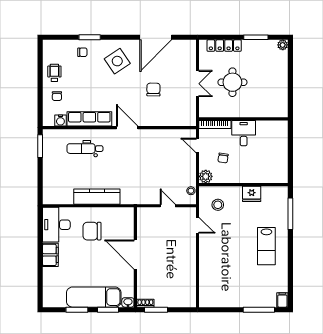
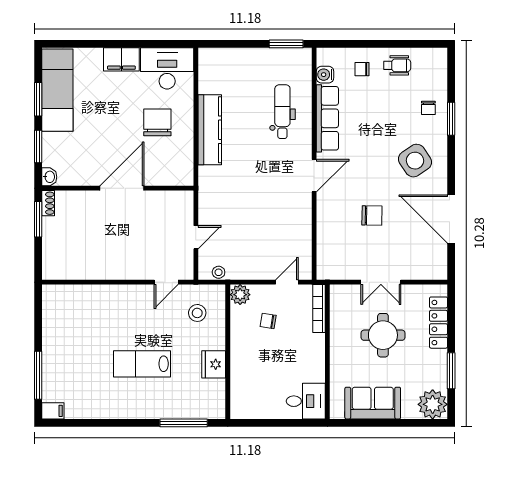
plant: (283, 45) -> (433, 404), width x1.88, depth x1.88
sofa: (277, 89) -> (373, 403), added
desk: (244, 133) -> (306, 401), moved
lab bench: (266, 246) -> (142, 364), moved
exam couch: (94, 297) -> (57, 90), moved

